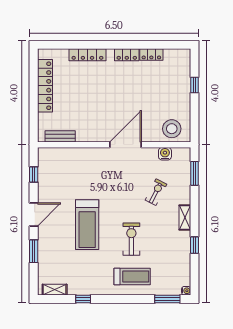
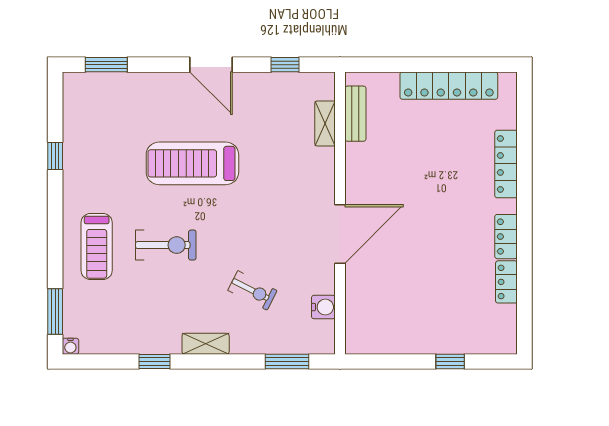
stool: (172, 129) -> (370, 320), removed
door: (125, 145) -> (340, 234), hinge flipped
window: (34, 251) -> (106, 65), moved
shelving: (55, 290) -> (325, 123), moved

